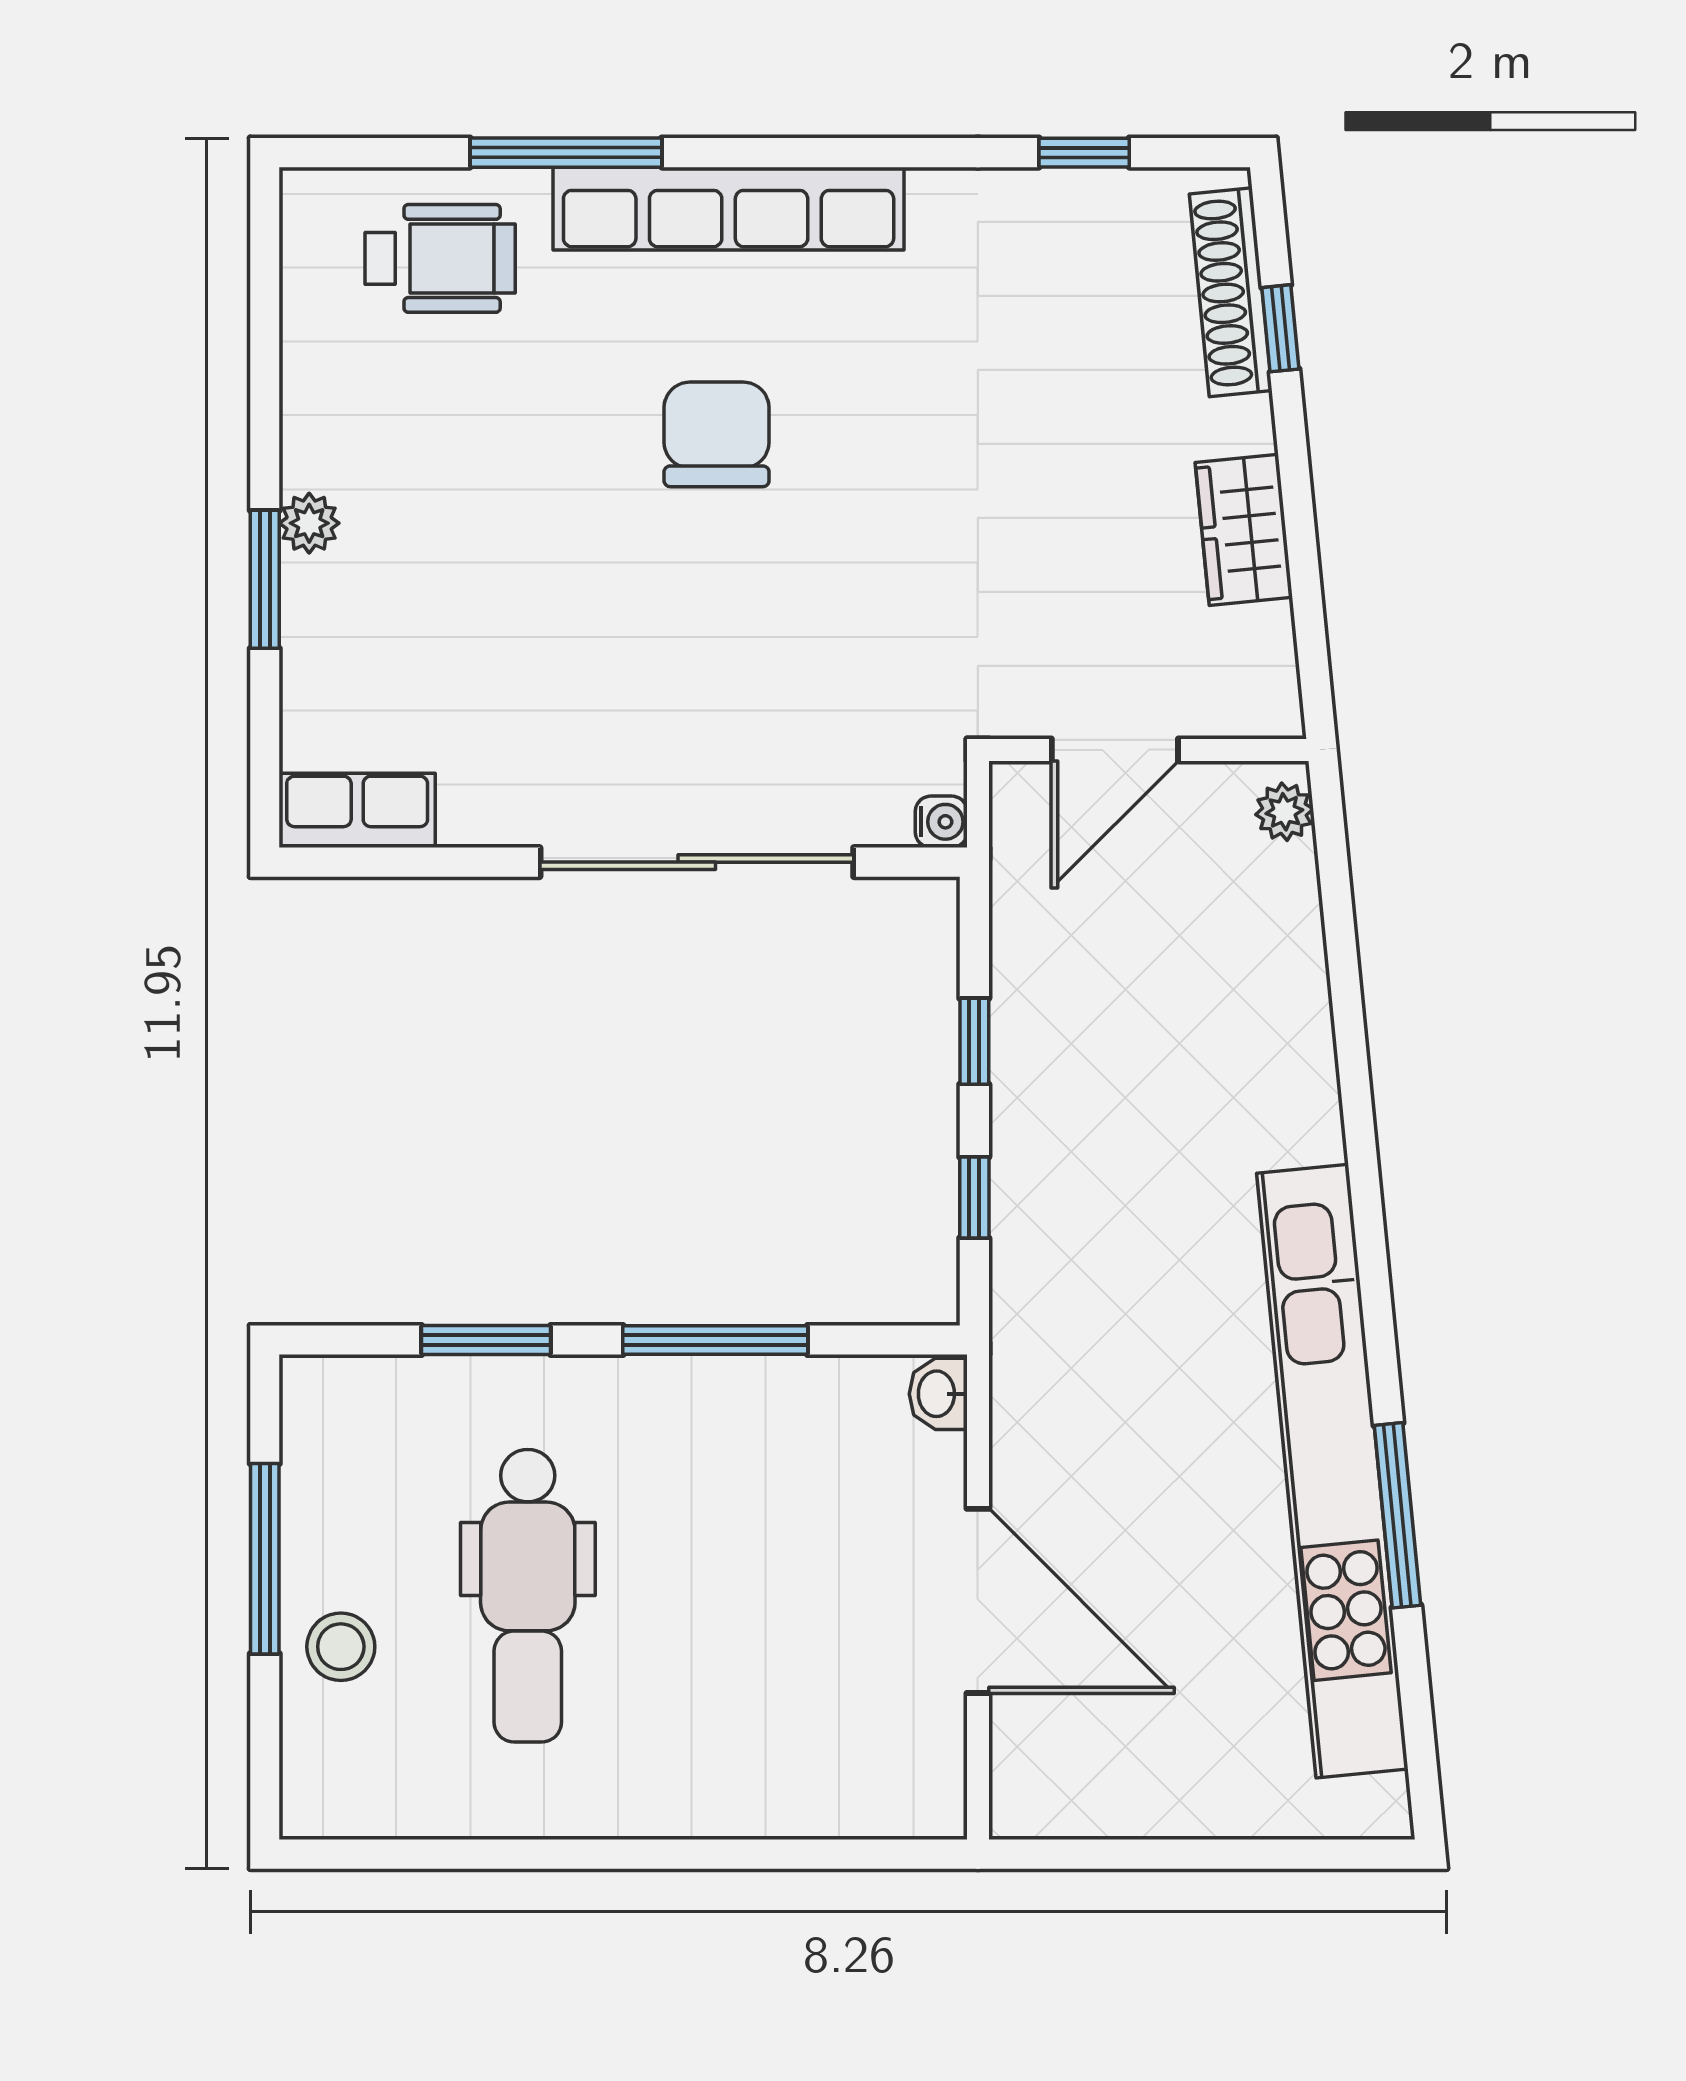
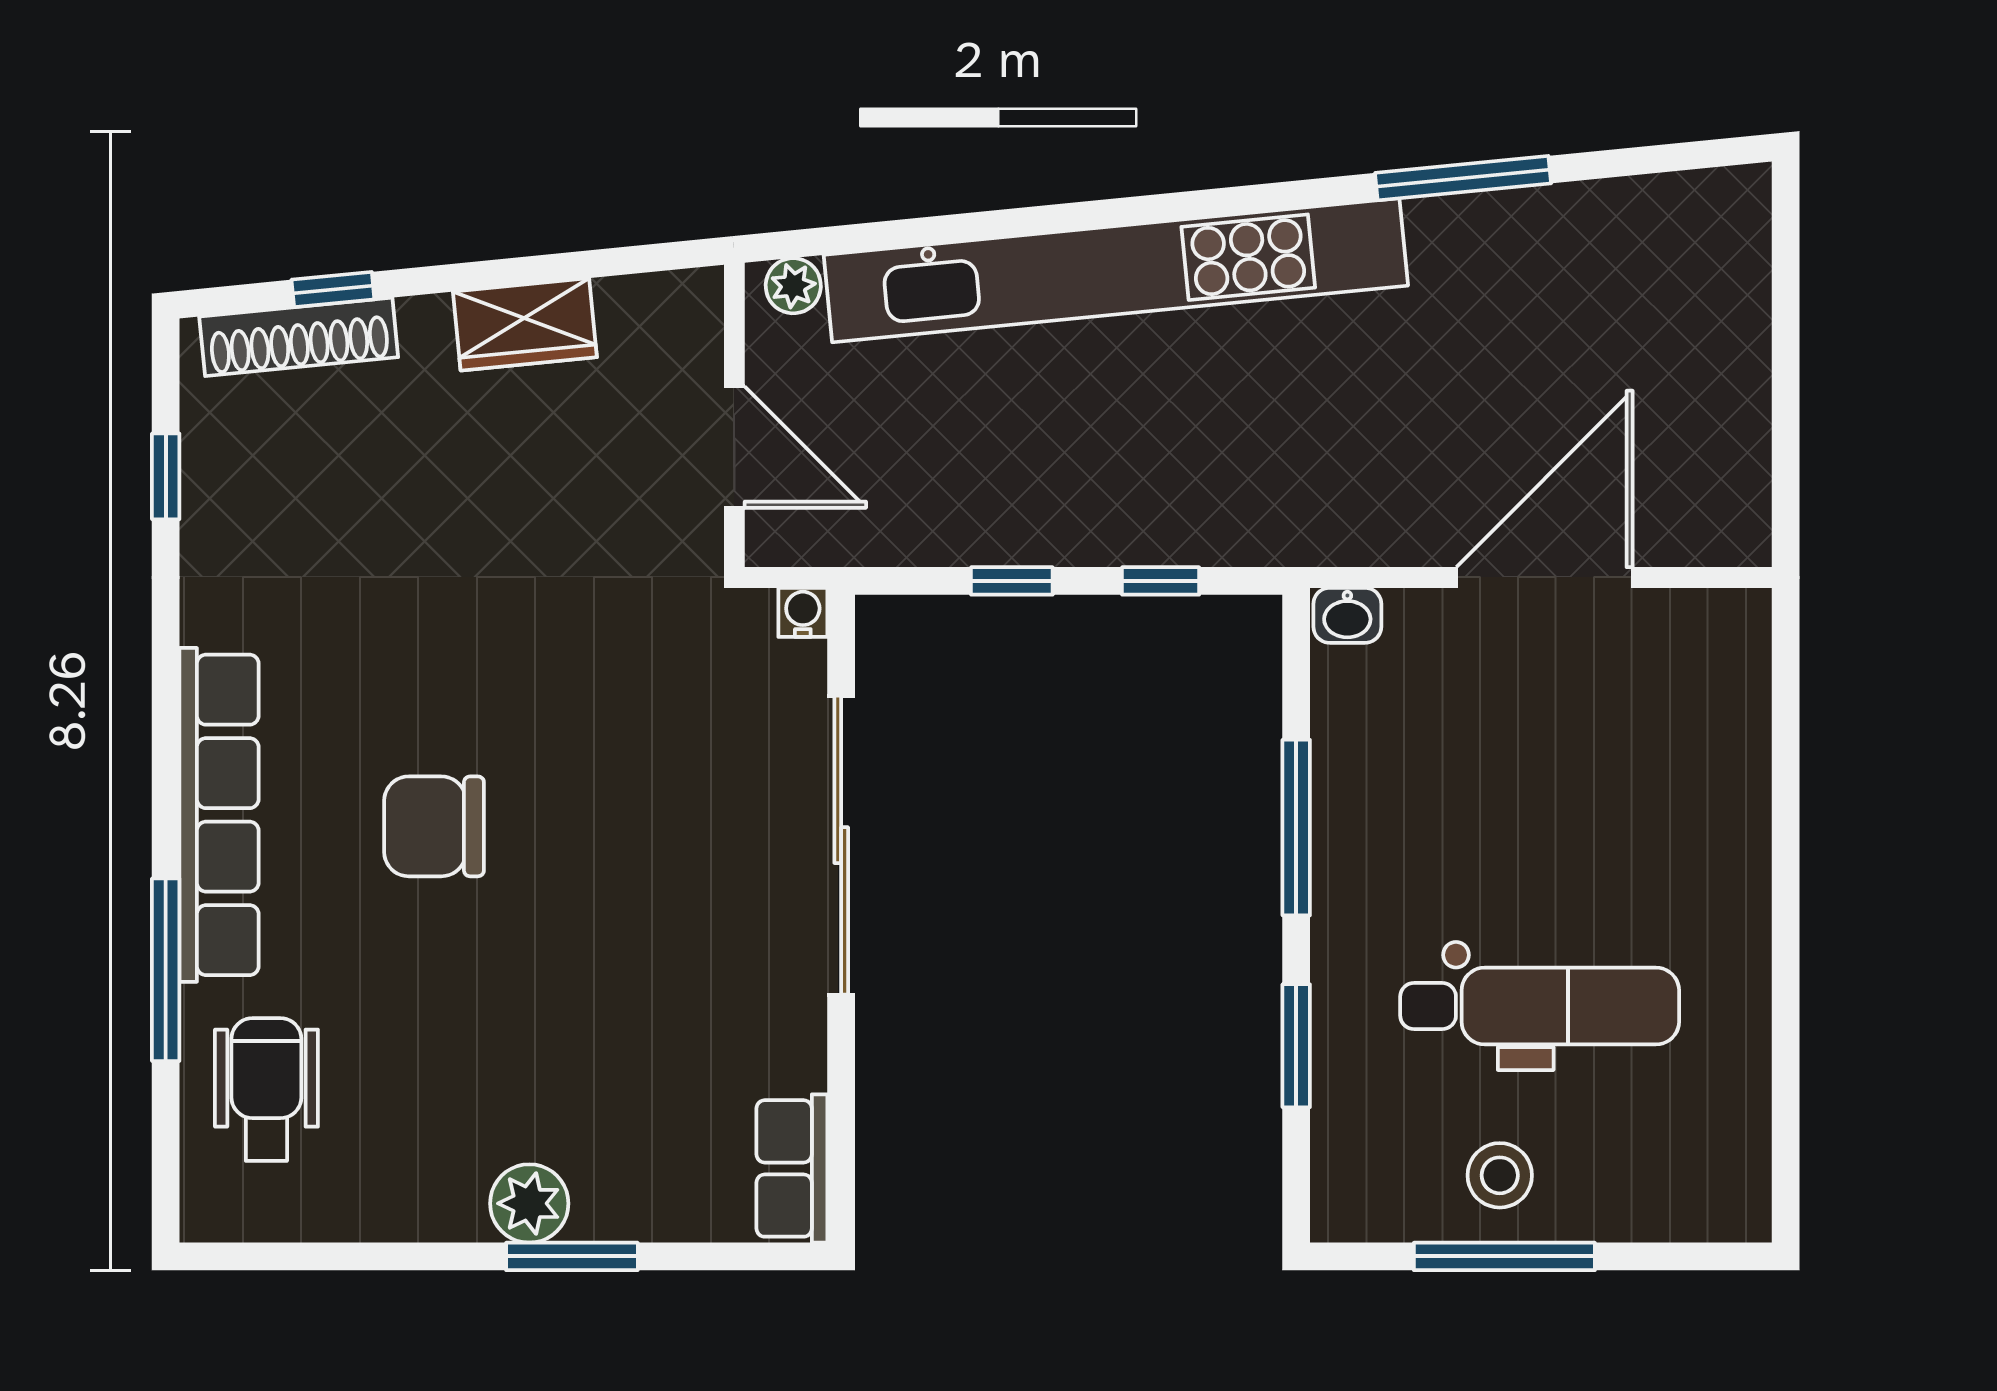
plant: (309, 523) -> (529, 1203), width x1.38, depth x1.38
kitchen unit: (1332, 1471) -> (1116, 270), moved
stool: (341, 1647) -> (1500, 1175), moved

